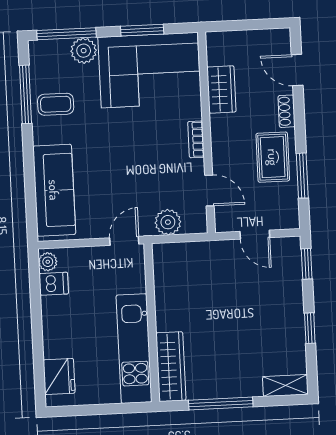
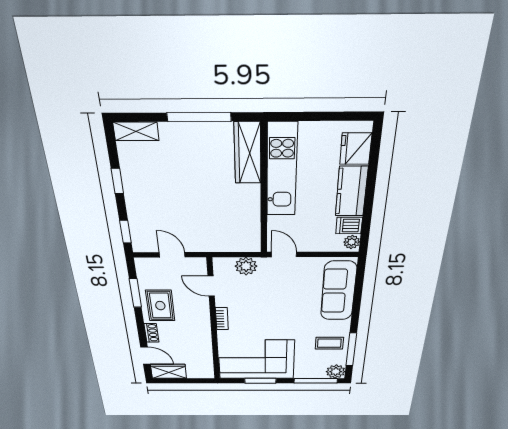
plant: (84, 51) -> (336, 372), moved
wardrobe: (221, 89) -> (168, 371), moved, turned 90
door: (124, 241) -> (284, 254), swing flipped
kitchen counter: (57, 327) -> (352, 191), added

